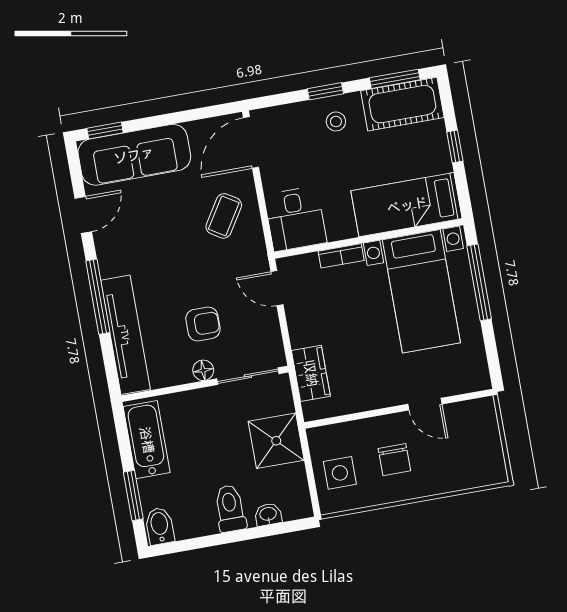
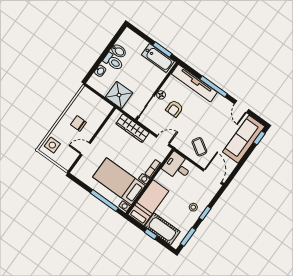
cot: (402, 104) -> (162, 229), moved, turned 90
wardrobe: (311, 373) -> (133, 128), width x1.50
side table: (340, 473) -> (52, 145), moved
window: (133, 496) -> (162, 50), moved
bidet: (160, 526) -> (118, 51), moved

